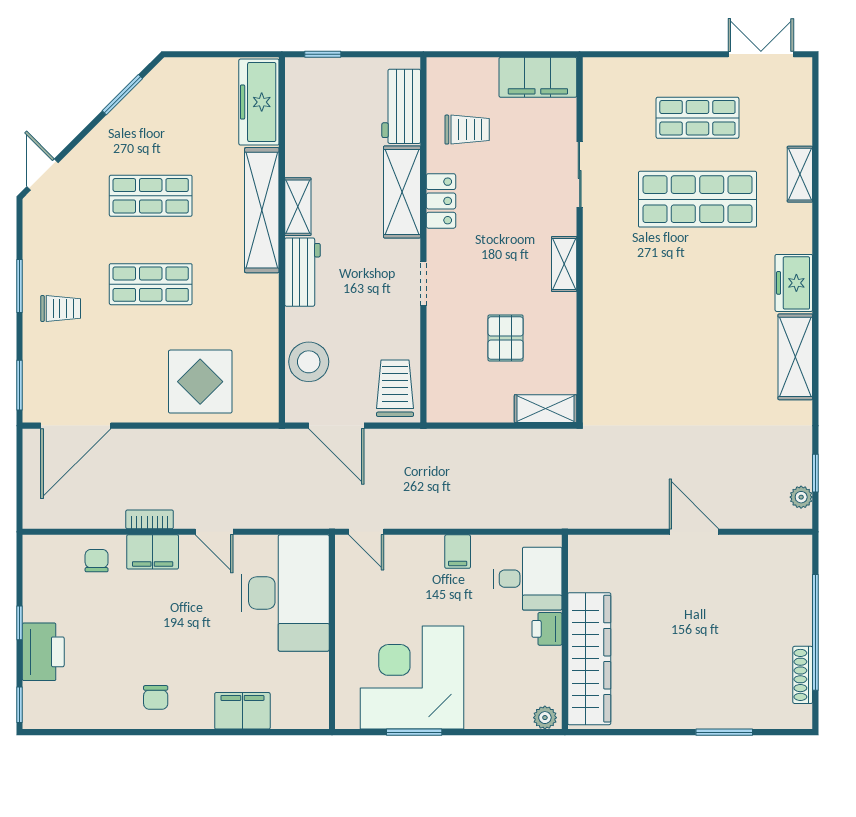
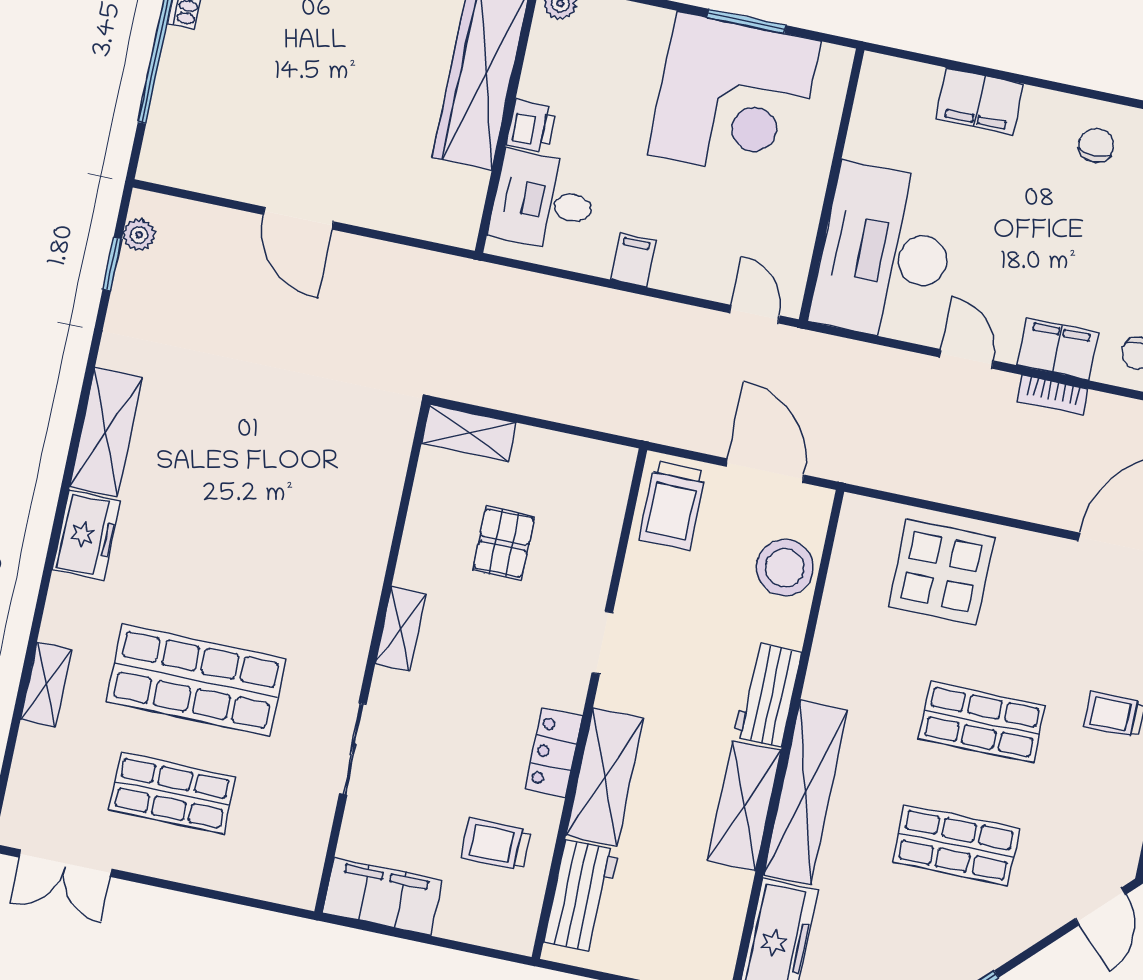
shelving: (298, 207) -> (744, 806), width x1.50, depth x1.33

